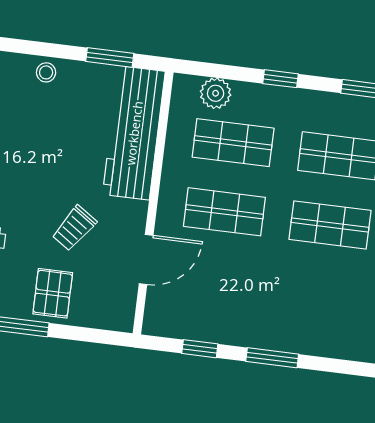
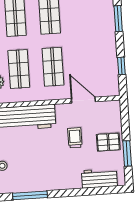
trolley: (74, 228) -> (75, 138), turned -124
window: (272, 358) -> (118, 19), moved

